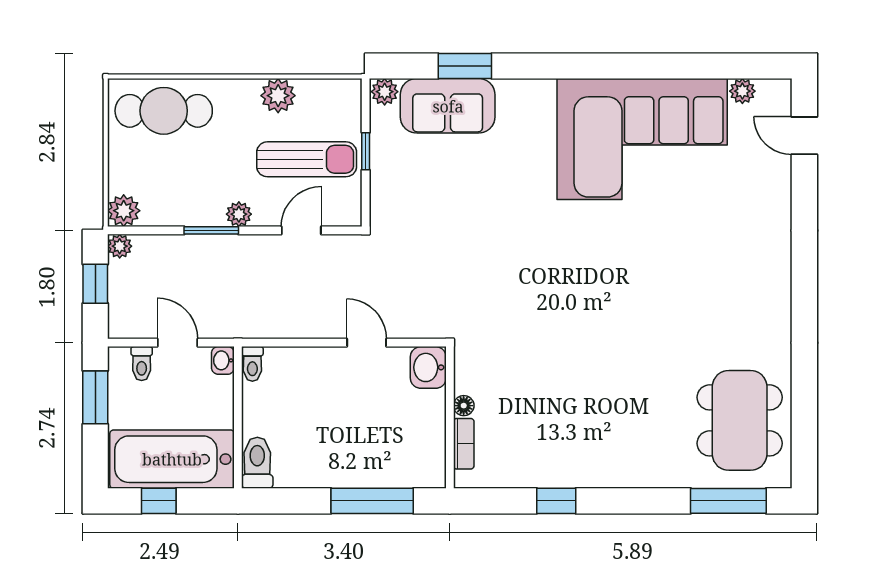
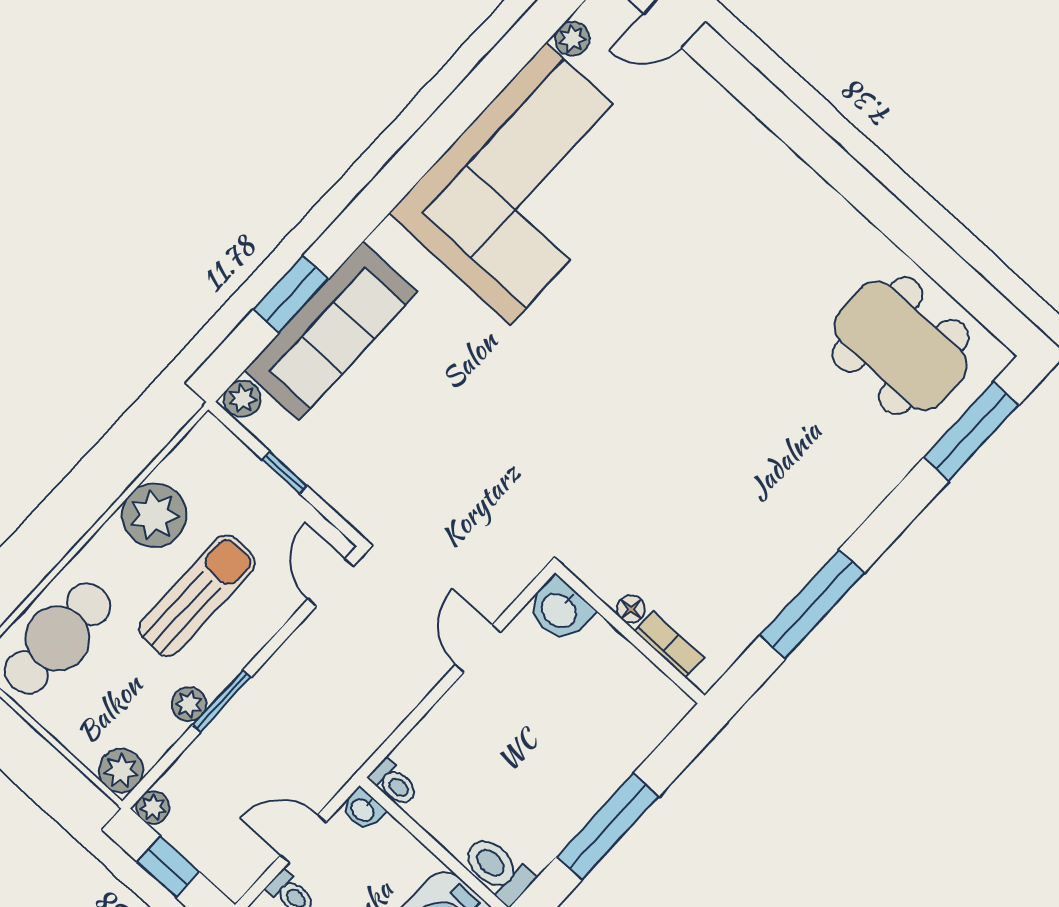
plant: (278, 96) -> (154, 515), width x1.36, depth x1.36
sofa: (448, 106) -> (331, 331), width x1.36
sun lounger: (307, 159) -> (197, 596), moved
plant: (239, 214) -> (189, 704), moved
door: (301, 230) -> (331, 583), moved
door: (367, 343) -> (478, 649), hinge flipped
window: (372, 501) -> (608, 827), moved
window: (556, 501) -> (812, 604), width x2.17

